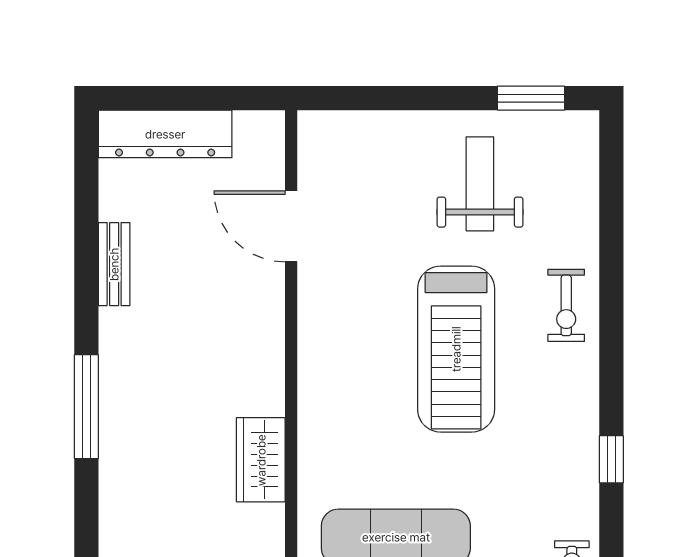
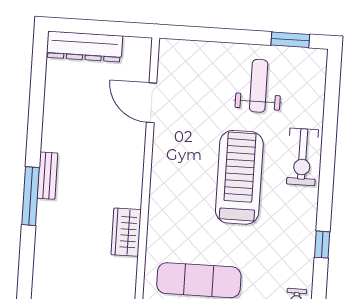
bench: (114, 264) -> (47, 176), moved
exercise bike: (566, 305) -> (302, 157), width x1.38, depth x1.39
treadmill: (456, 349) -> (239, 177), turned 180

